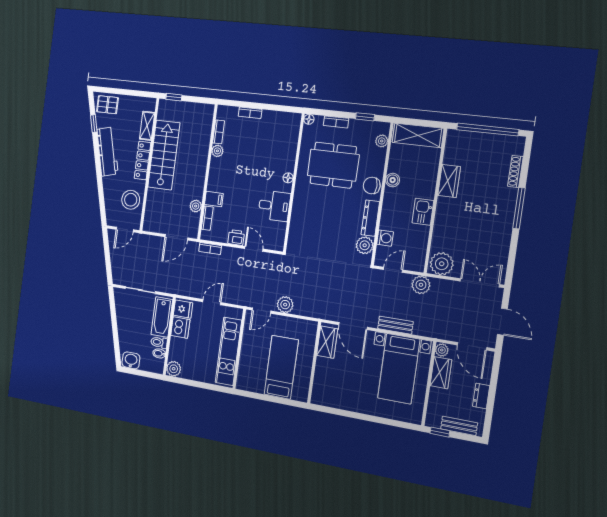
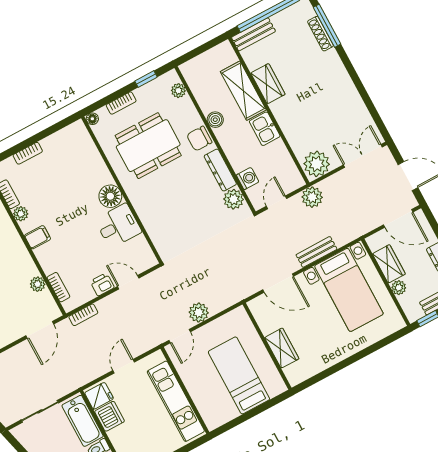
shelving: (418, 135) -> (243, 91), moved, turned 90
bench: (465, 138) -> (253, 34), added
floor lamp: (288, 178) -> (110, 196), width x1.89, depth x1.89
filing cabinet: (214, 199) -> (38, 237), moved
window: (519, 208) -> (327, 26), moved
wardrobe: (327, 342) -> (282, 348), moved
plant: (442, 350) -> (399, 288), moved

